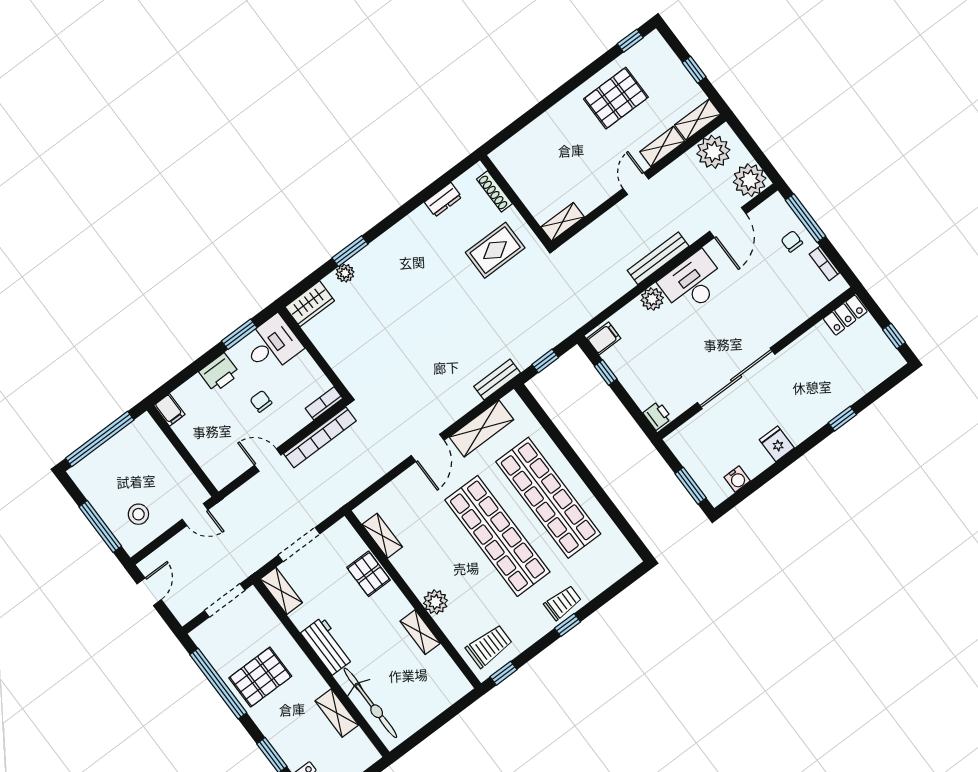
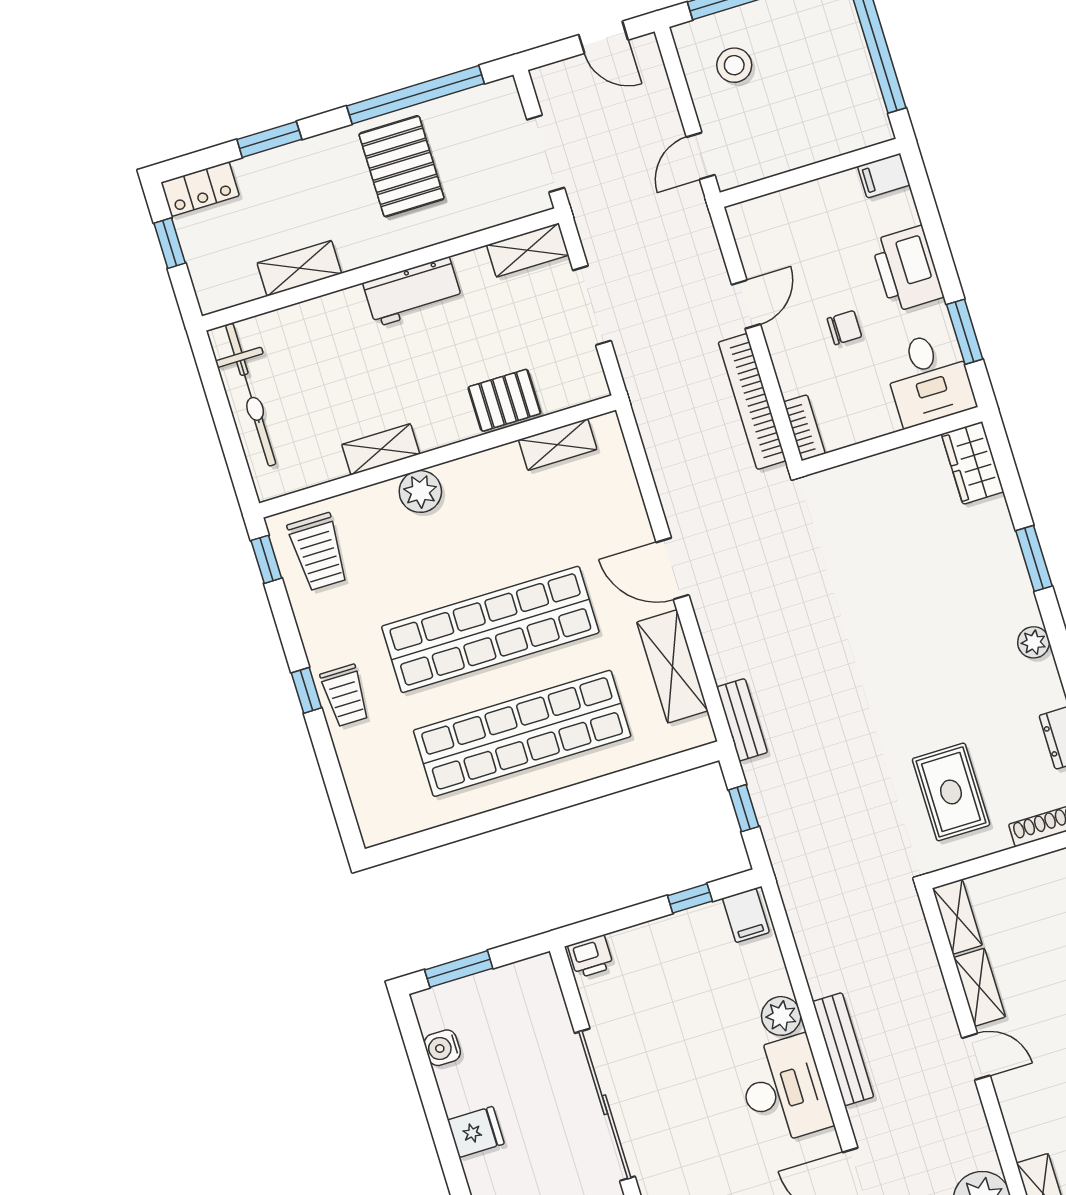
shelving: (662, 147) -> (979, 987), moved
plant: (345, 273) -> (1034, 642), moved
printer: (219, 373) -> (907, 269), width x1.37, depth x1.19
bicycle: (370, 703) -> (251, 395), moved, turned -90

